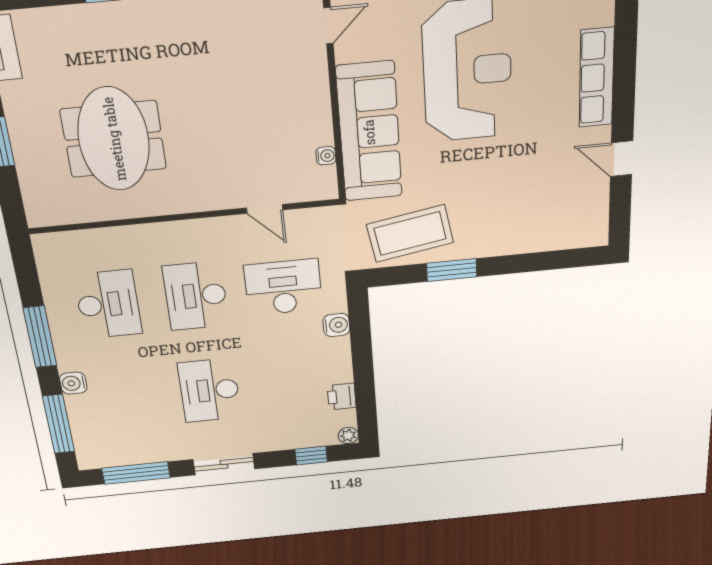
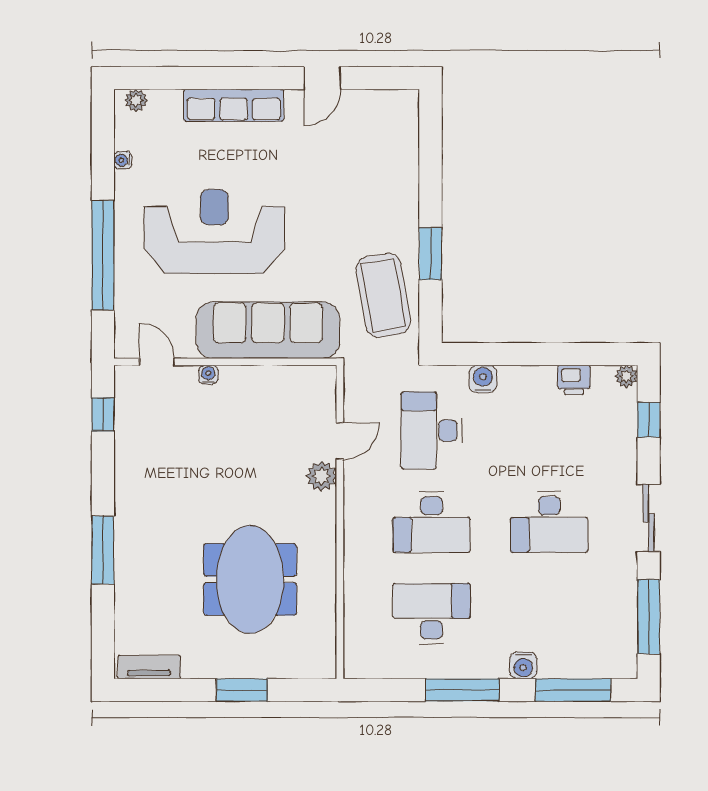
meeting table: (114, 139) -> (250, 579), turned 90
water cooler: (326, 156) -> (208, 375), moved
plant: (228, 196) -> (321, 476), added

